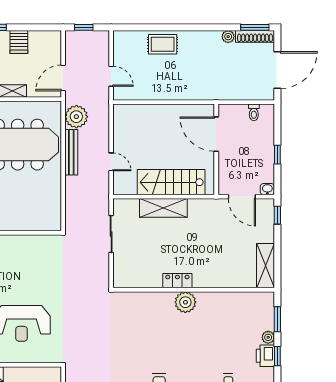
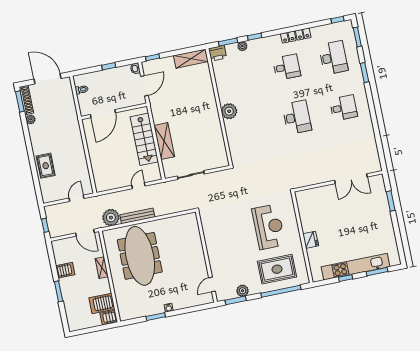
locker: (177, 281) -> (215, 120), removed
printer: (265, 356) -> (218, 53), moved

